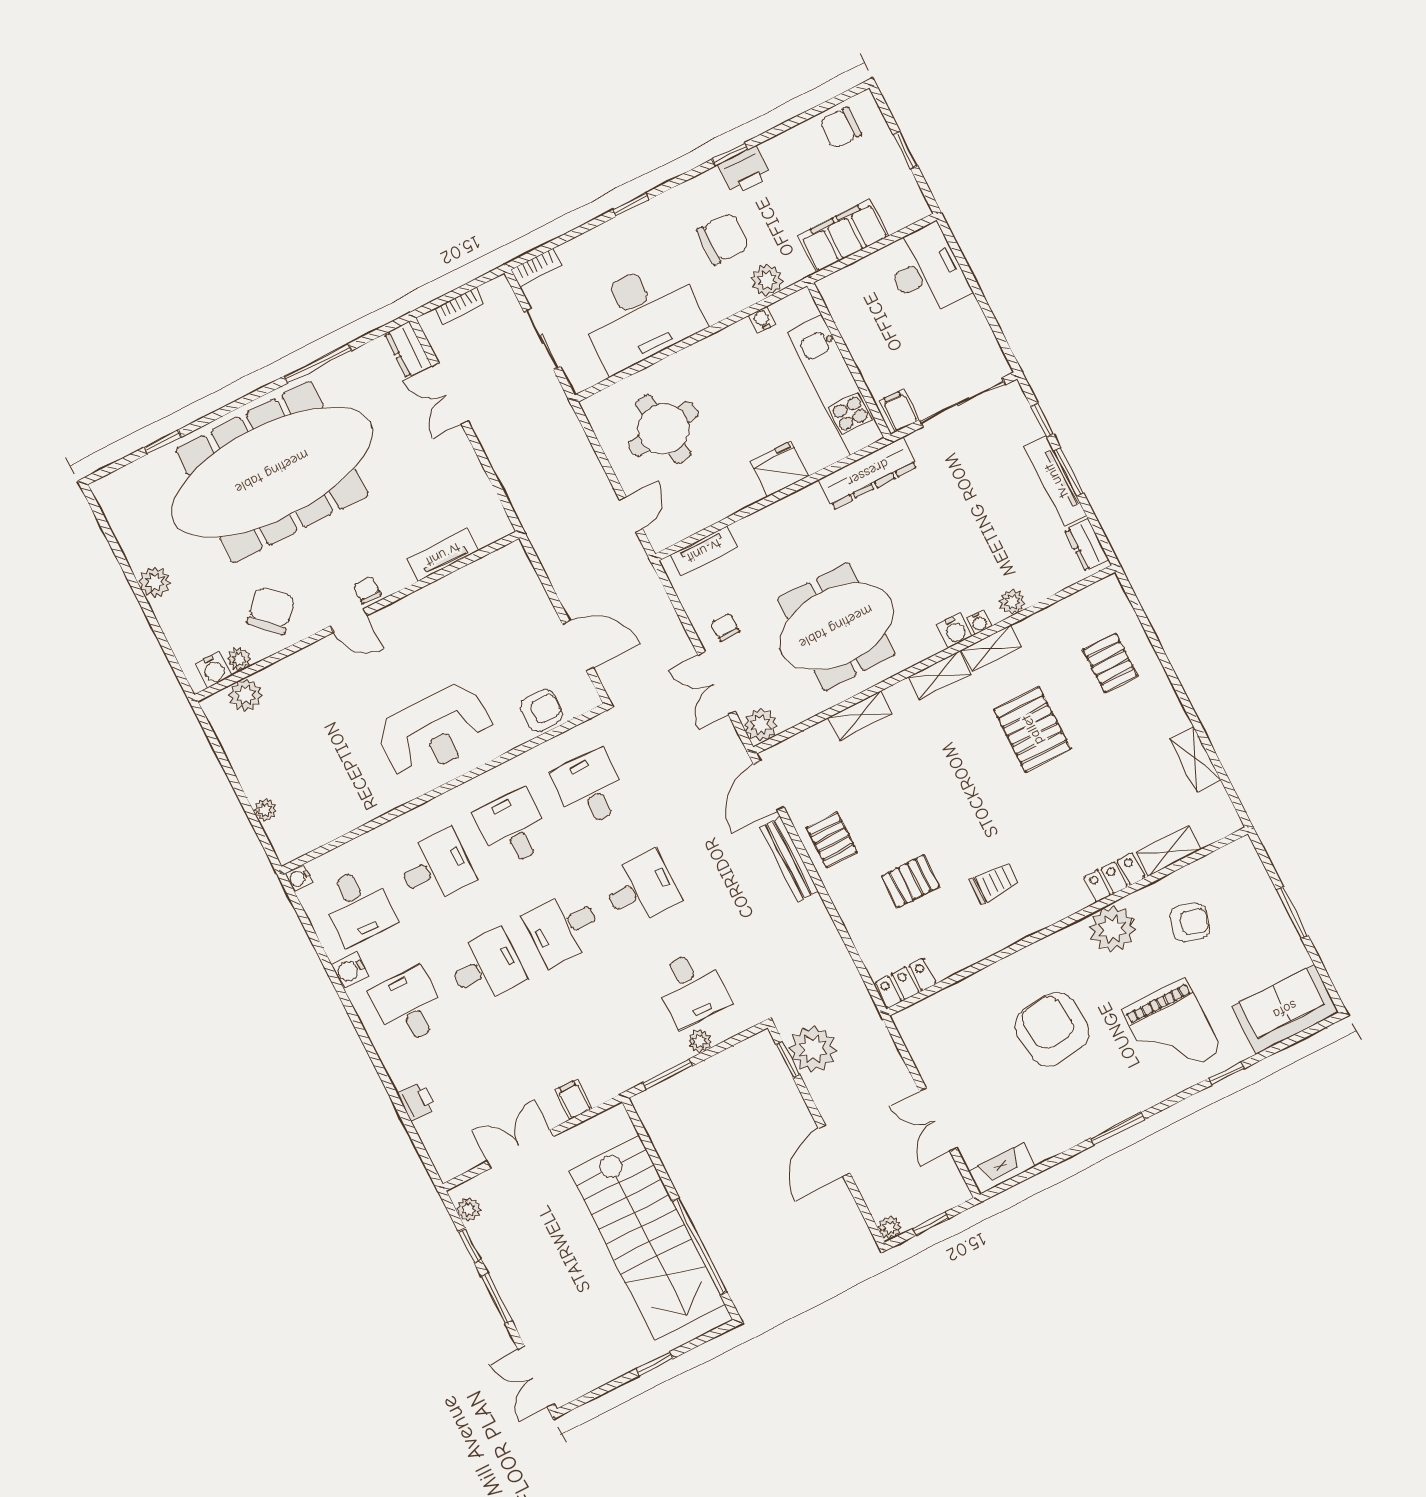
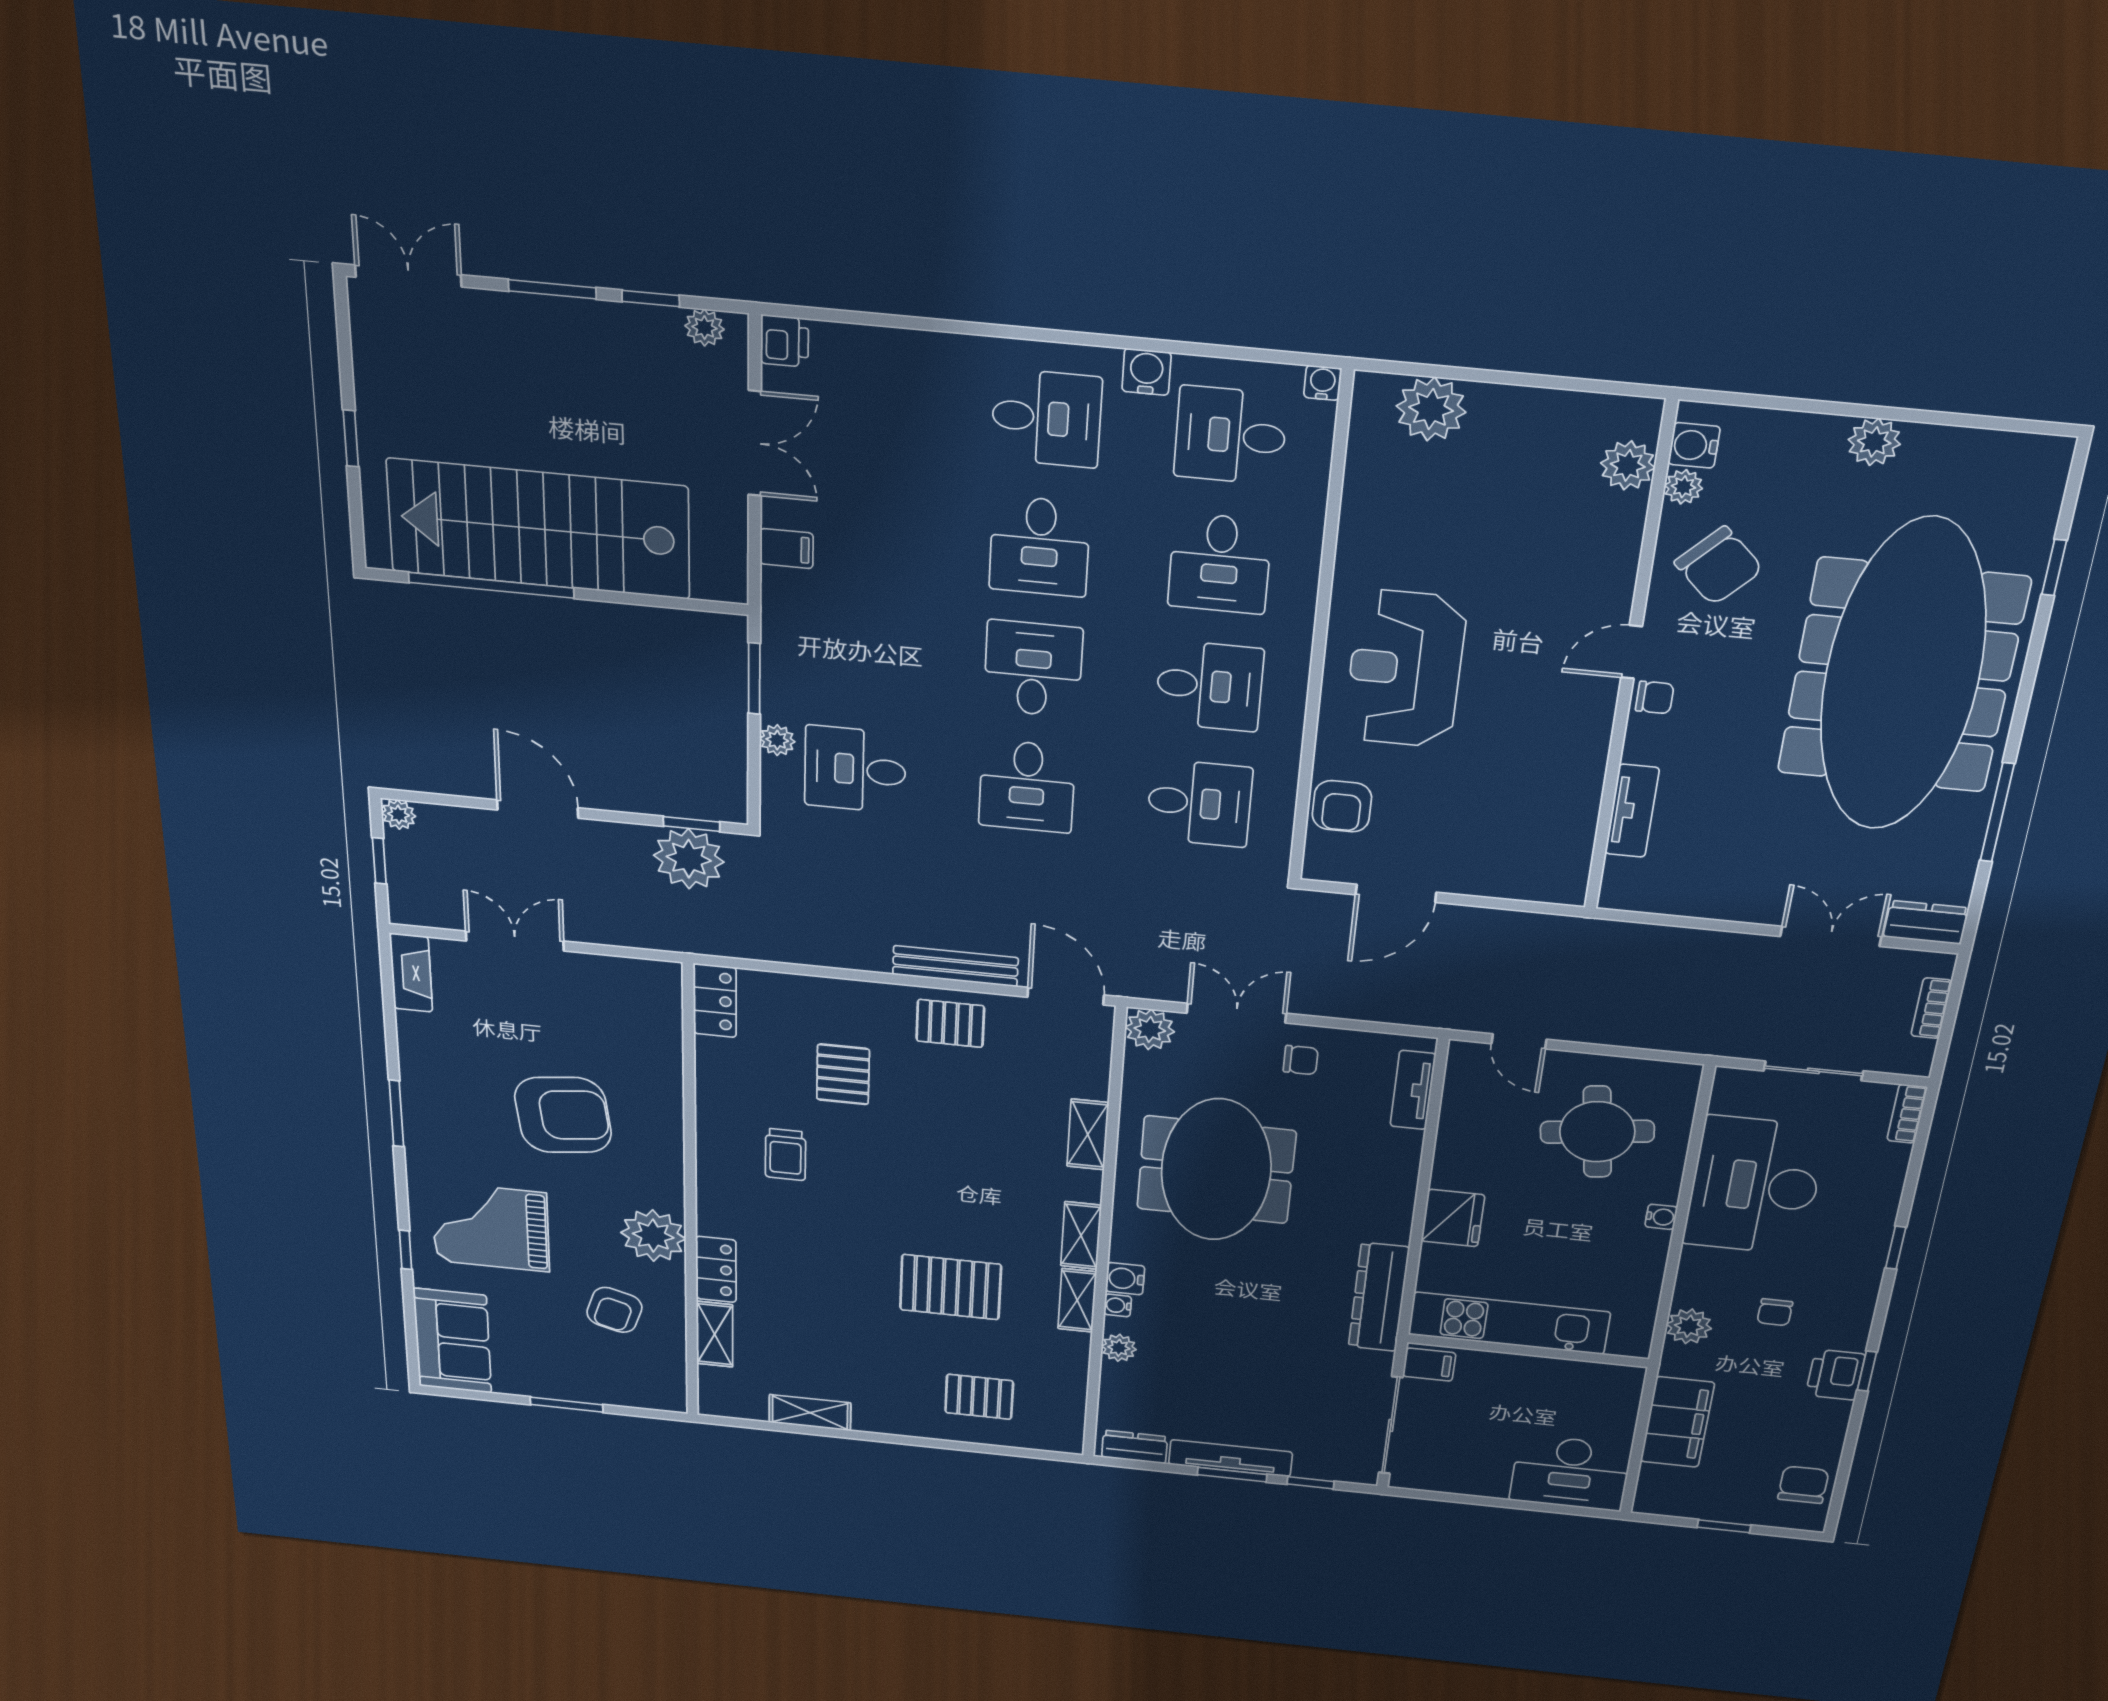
chair: (723, 239) -> (1775, 1312), width x0.54, depth x0.54
water cooler: (762, 319) -> (1661, 1217), moved
plant: (265, 810) -> (1431, 409), width x1.87, depth x1.87
printer: (417, 1101) -> (785, 341), moved, turned -90

